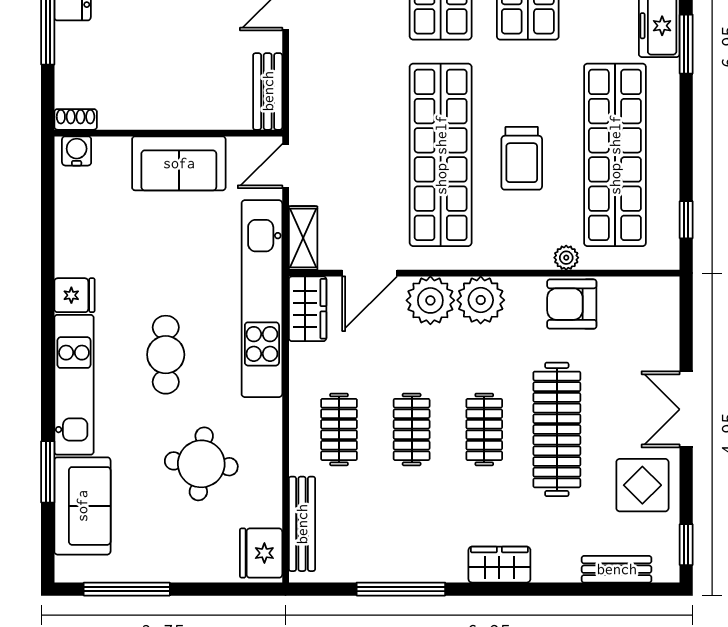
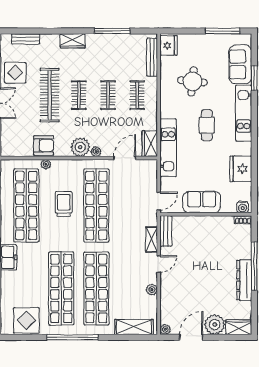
shelving: (303, 238) -> (152, 240), moved
fridge: (74, 295) -> (241, 169), moved, width x1.88, depth x1.34
kitchen unit: (262, 299) -> (168, 148), width x0.73
plant: (430, 300) -> (96, 151), width x0.53, depth x0.53

